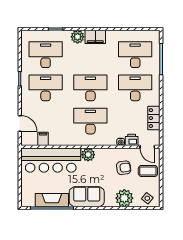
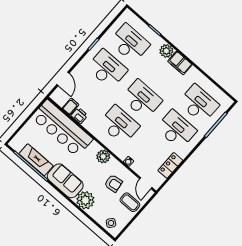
printer: (132, 140) -> (79, 116), moved
plant: (88, 155) -> (103, 156), moved
plant: (124, 198) -> (85, 200), moved

